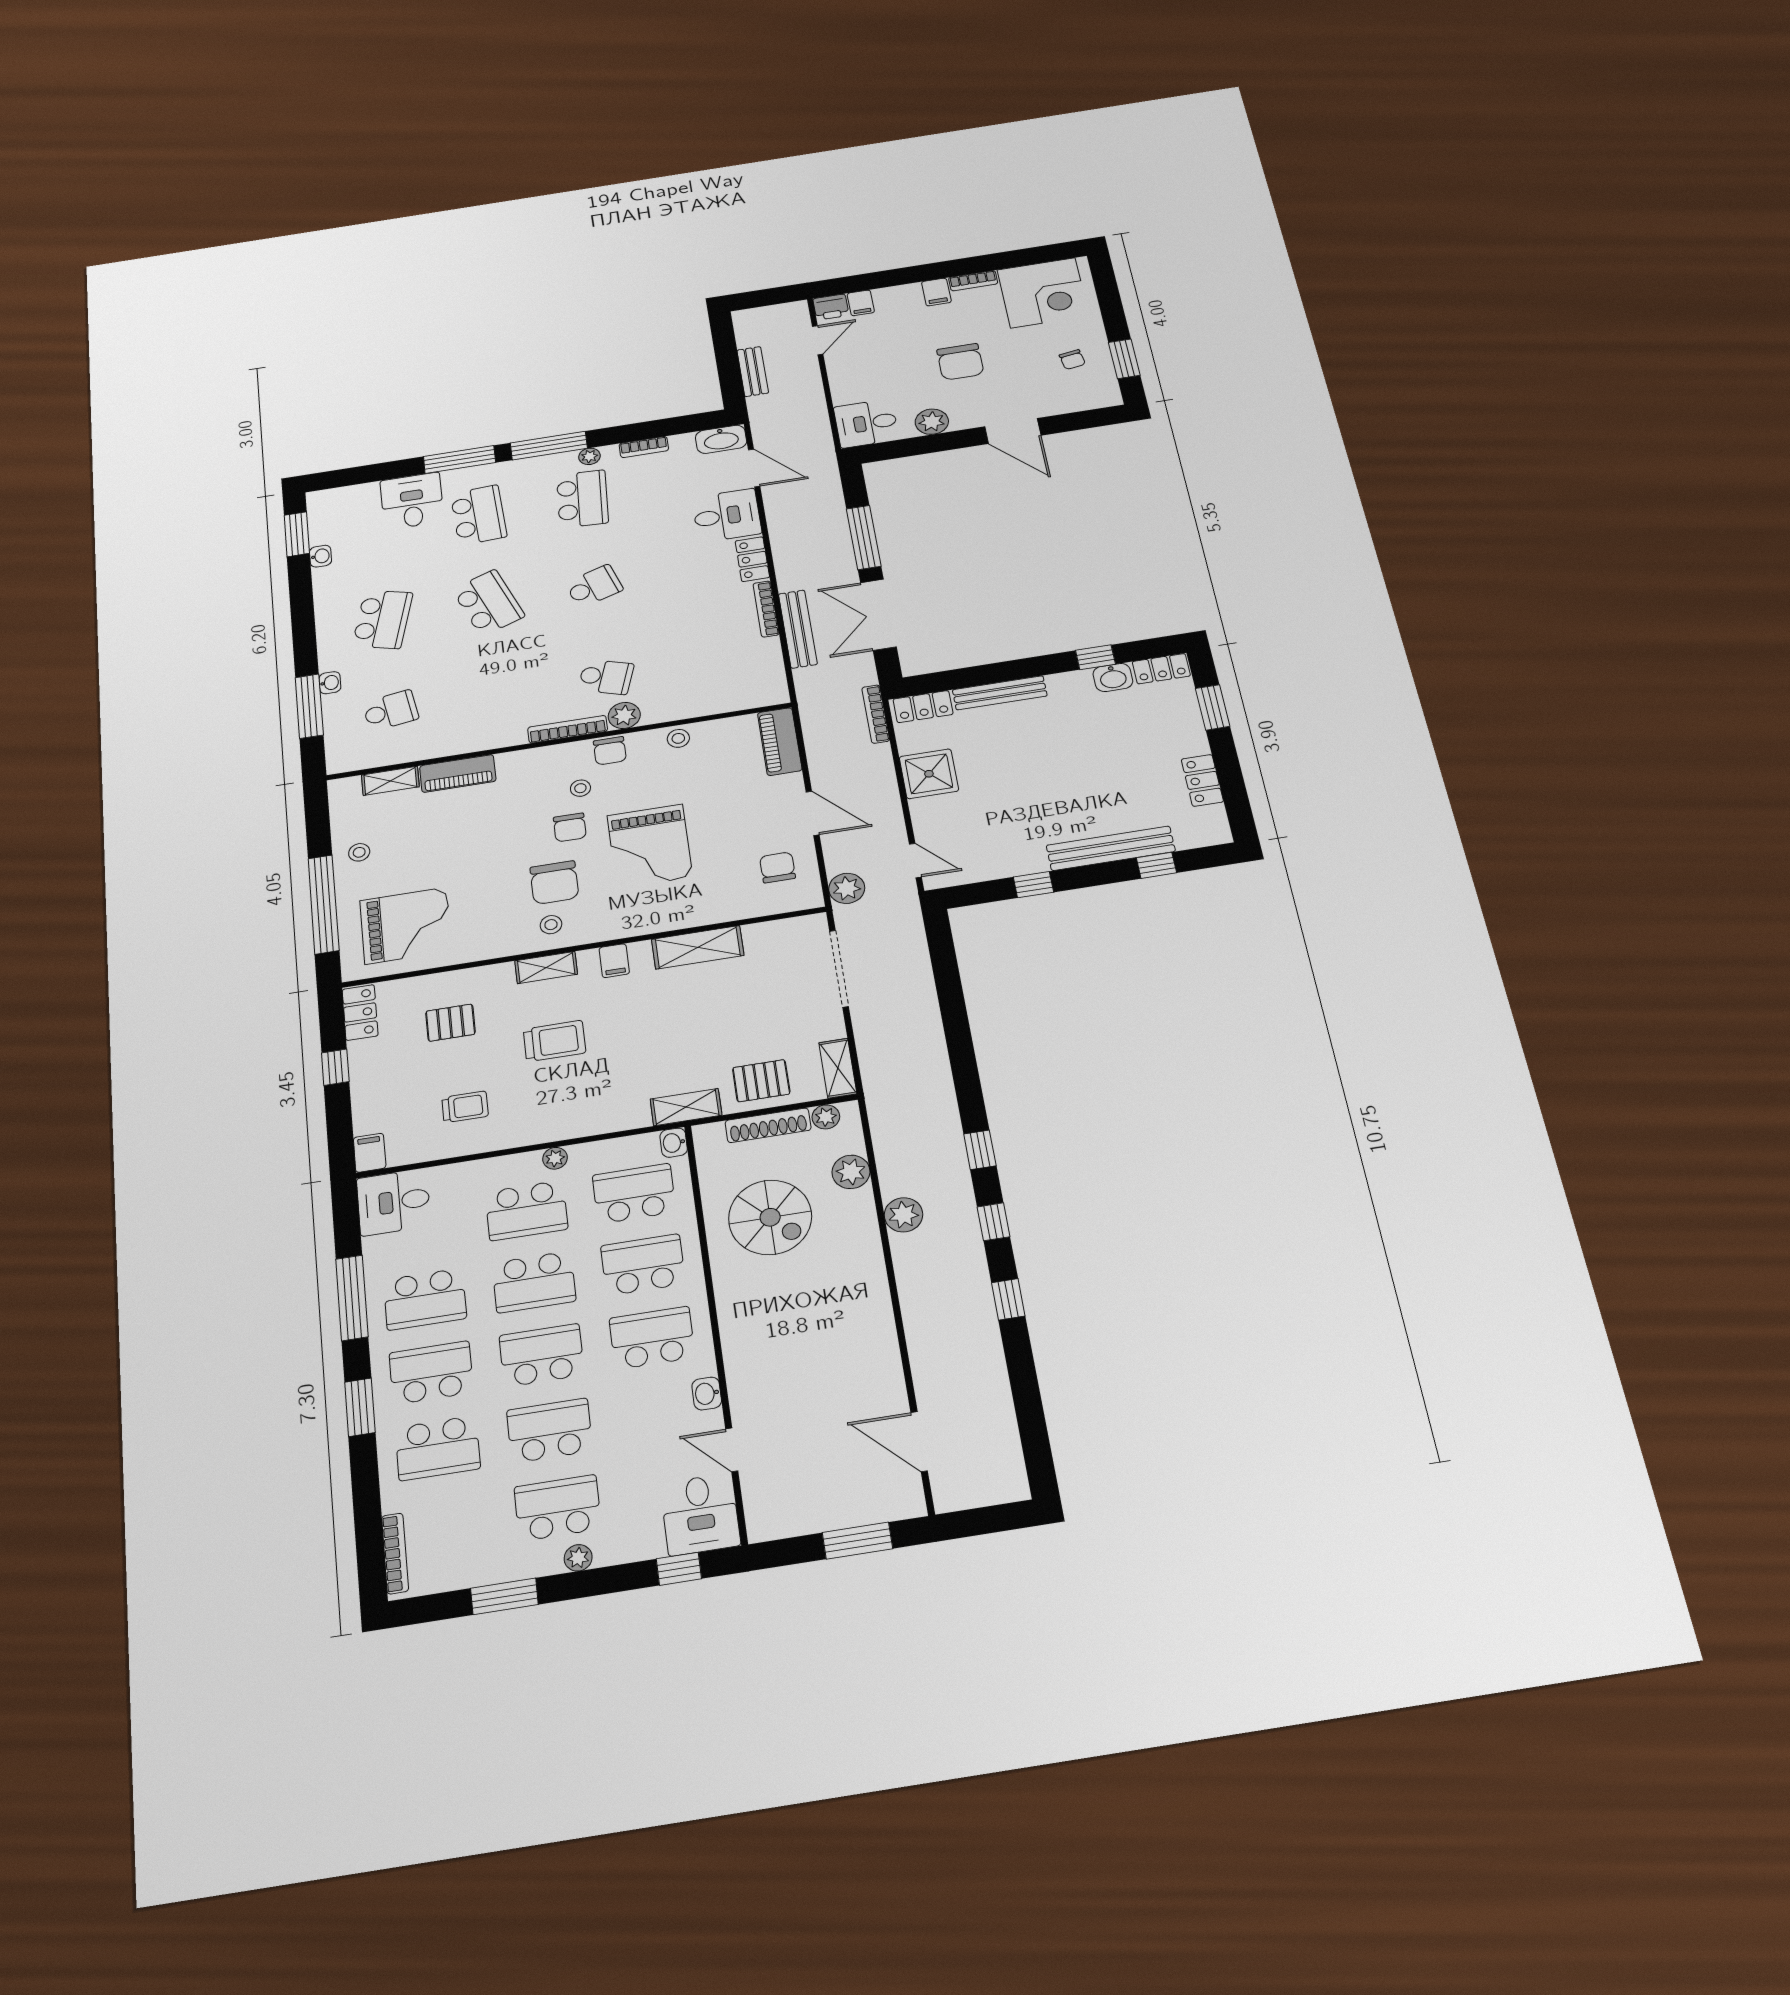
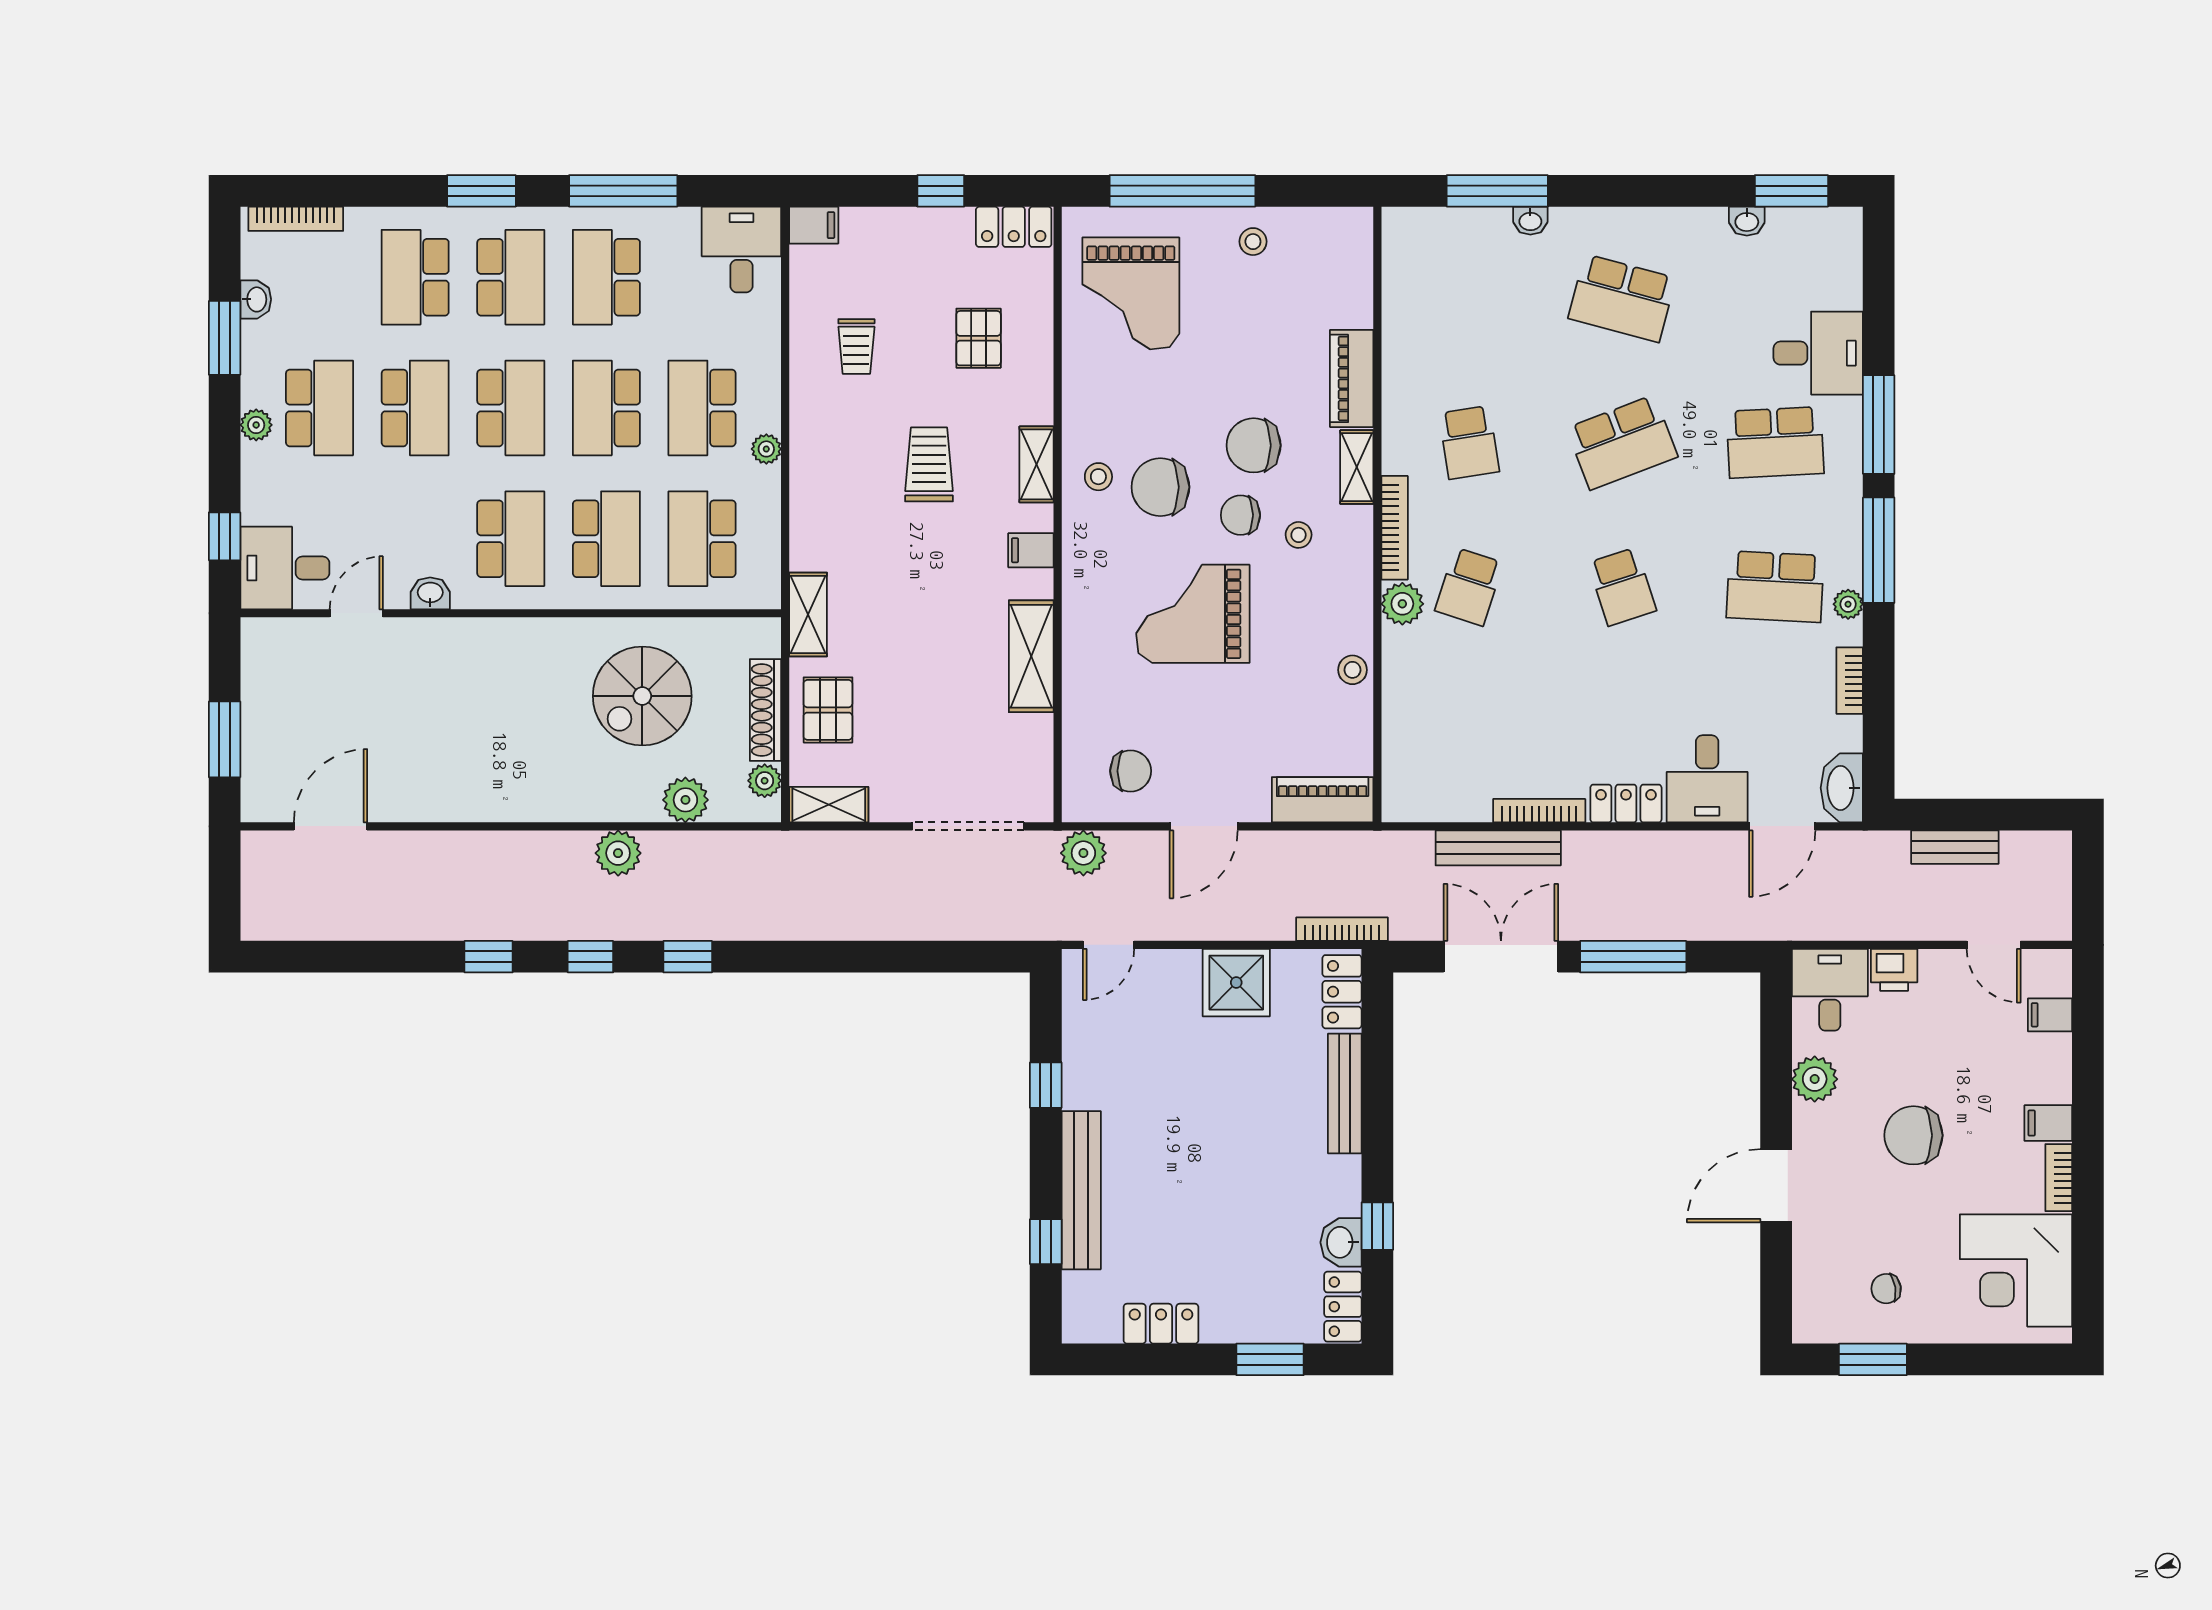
printer: (831, 307) -> (1894, 970), moved, turned -90
school desk: (391, 711) -> (1469, 442), moved
chair: (610, 751) -> (1254, 445), moved, width x1.37, depth x1.37
shelving: (390, 781) -> (1357, 467), moved
trolley: (554, 1041) -> (929, 464), turned 180
washbasin: (674, 1143) -> (256, 299), moved, turned 90
school desk: (634, 1194) -> (702, 539), turned 180

